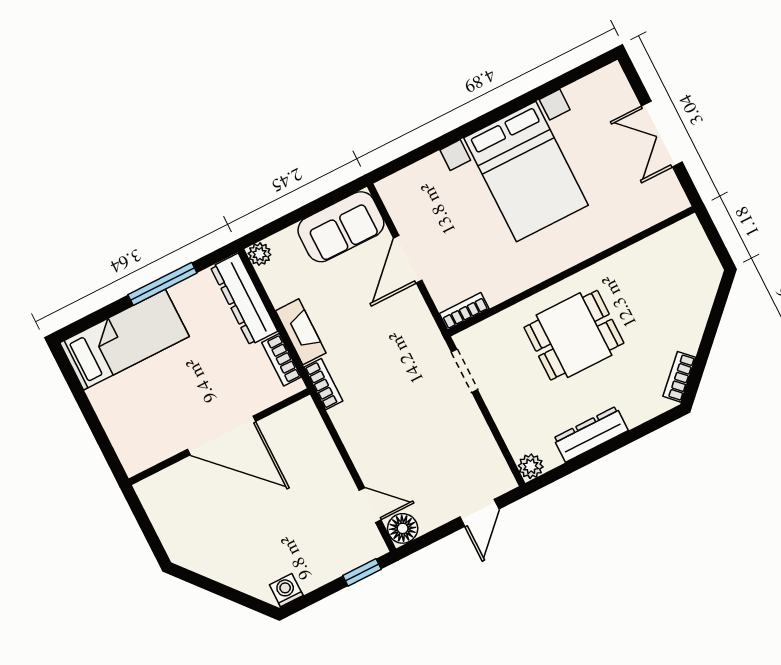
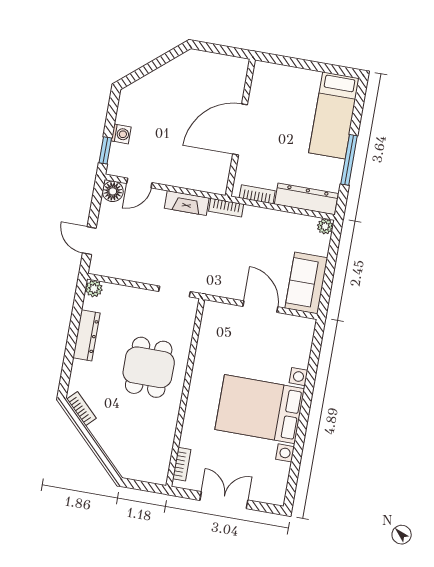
bookcase: (464, 311) -> (182, 464), moved
fireplace: (301, 332) -> (187, 203), moved
washing machine: (286, 590) -> (121, 134), moved

